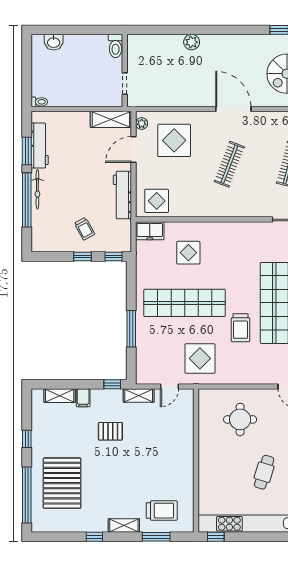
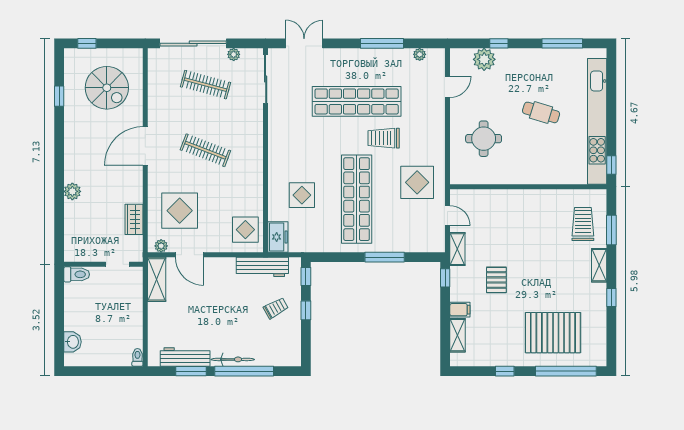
wardrobe: (166, 99) -> (134, 219), added
workbench: (122, 195) -> (262, 267), moved
trolley: (241, 328) -> (384, 138), turned 180

